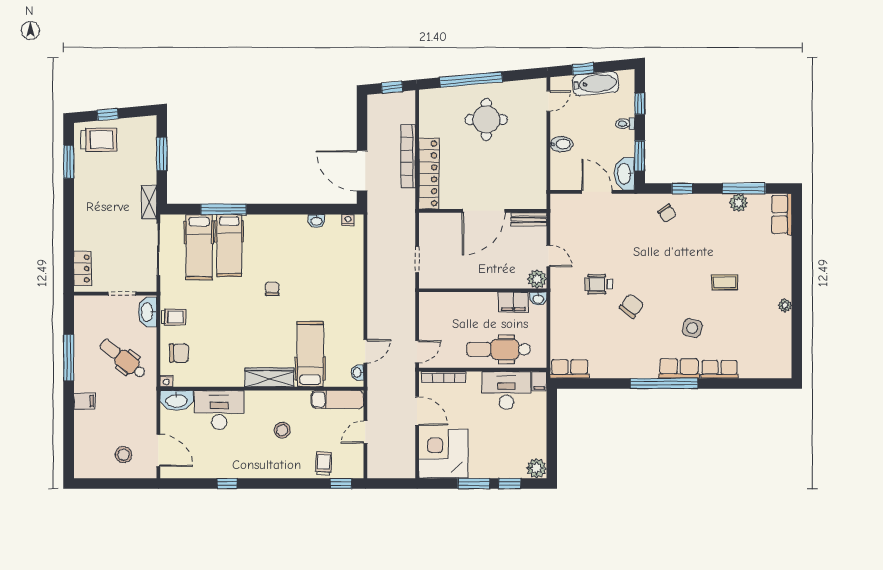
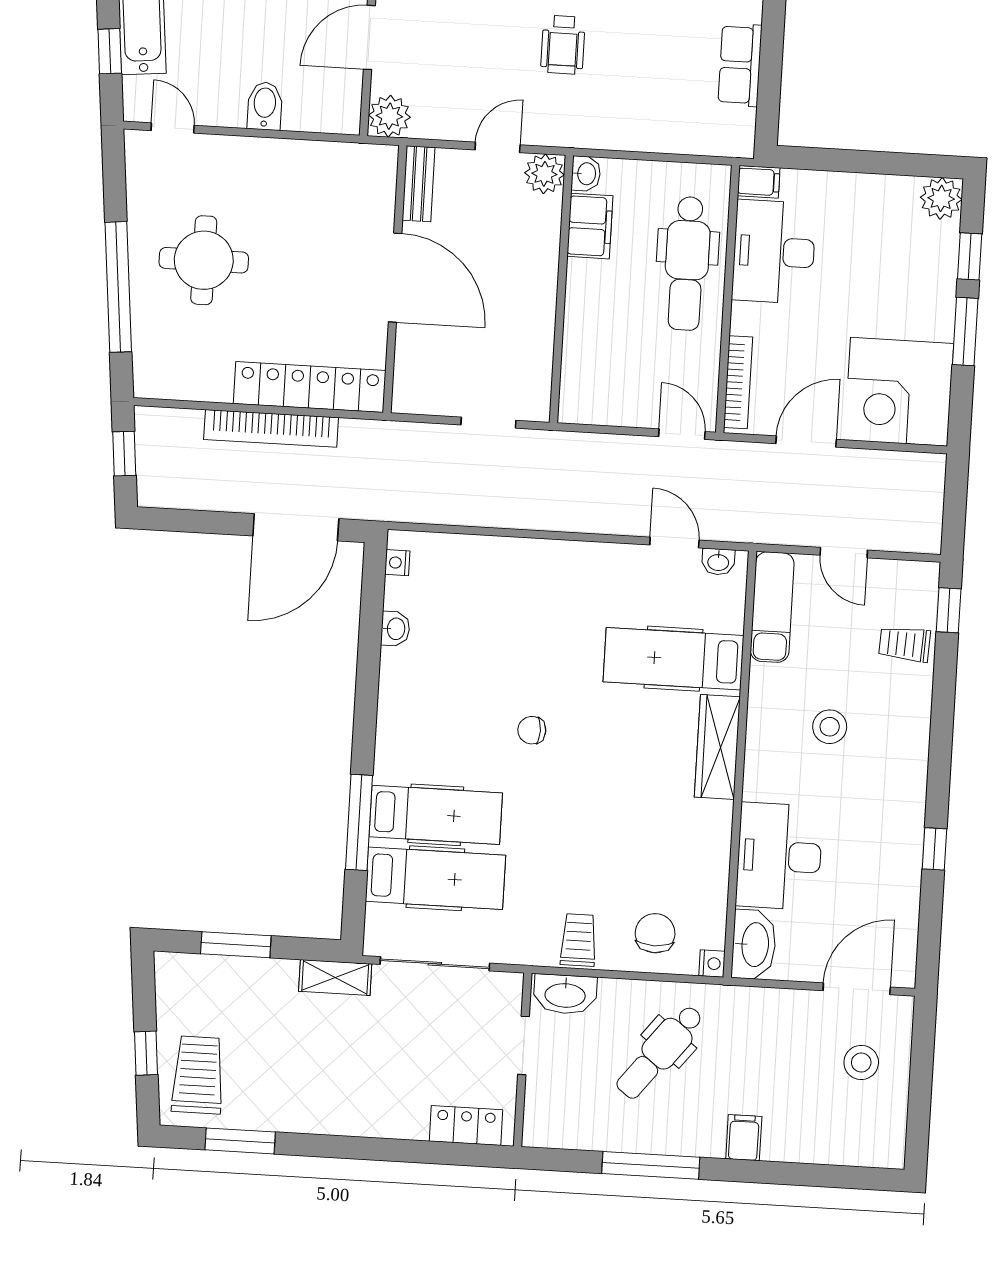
plant: (560, 204) -> (389, 116), added
row of seats: (570, 369) -> (740, 65), moved

